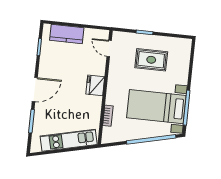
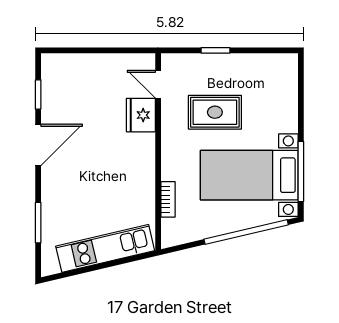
kitchen counter: (67, 34) -> (83, 67), removed
rug: (151, 60) -> (215, 112), moved
fridge: (95, 85) -> (141, 115), moved
door: (35, 90) -> (38, 145), moved

